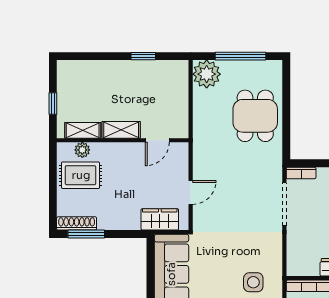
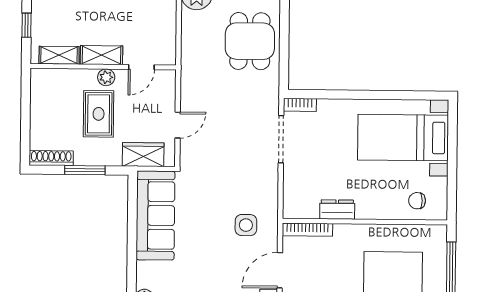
plant: (82, 150) -> (106, 77), moved
rug: (81, 175) -> (99, 114), moved, turned 90
window: (86, 234) -> (85, 170), moved

